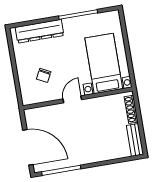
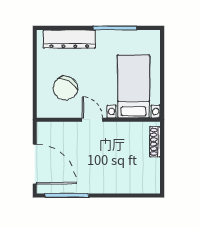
chair: (44, 75) -> (65, 88), width x1.87, depth x1.87
door: (72, 99) -> (92, 120), hinge flipped
bench: (135, 140) -> (153, 176), removed

